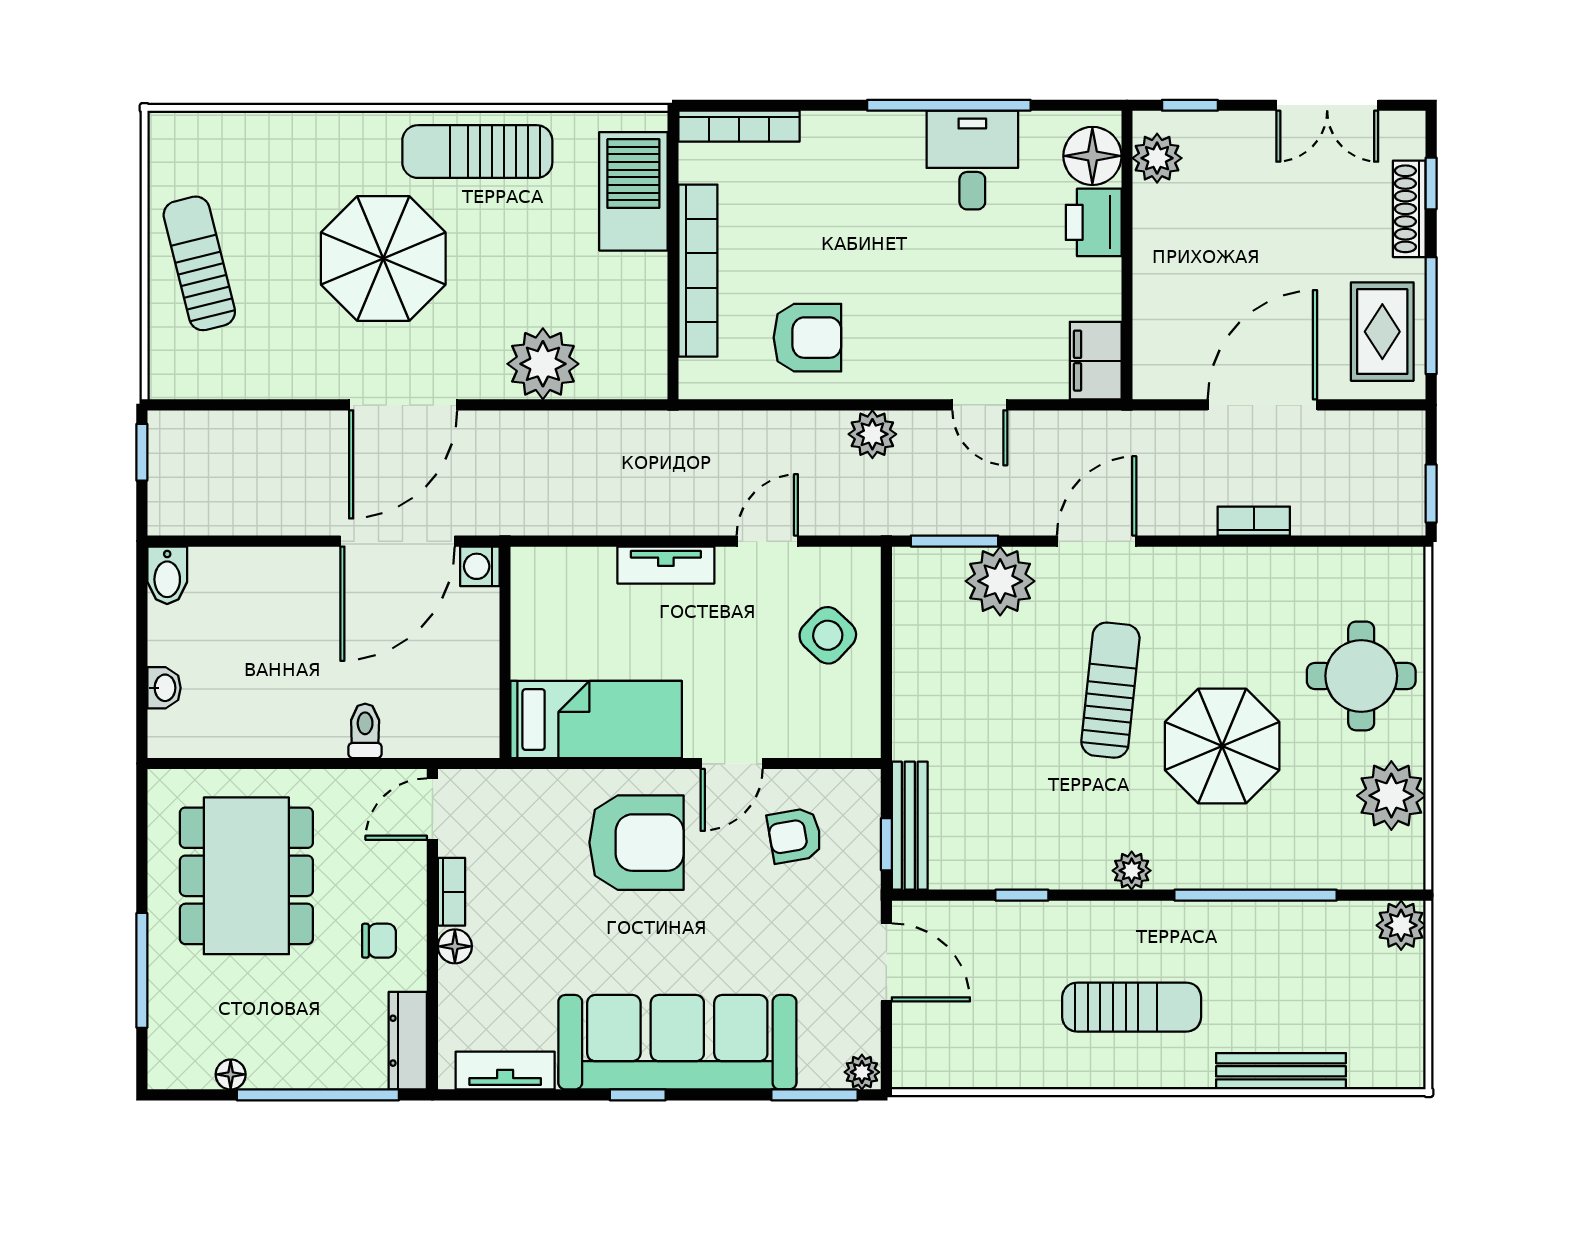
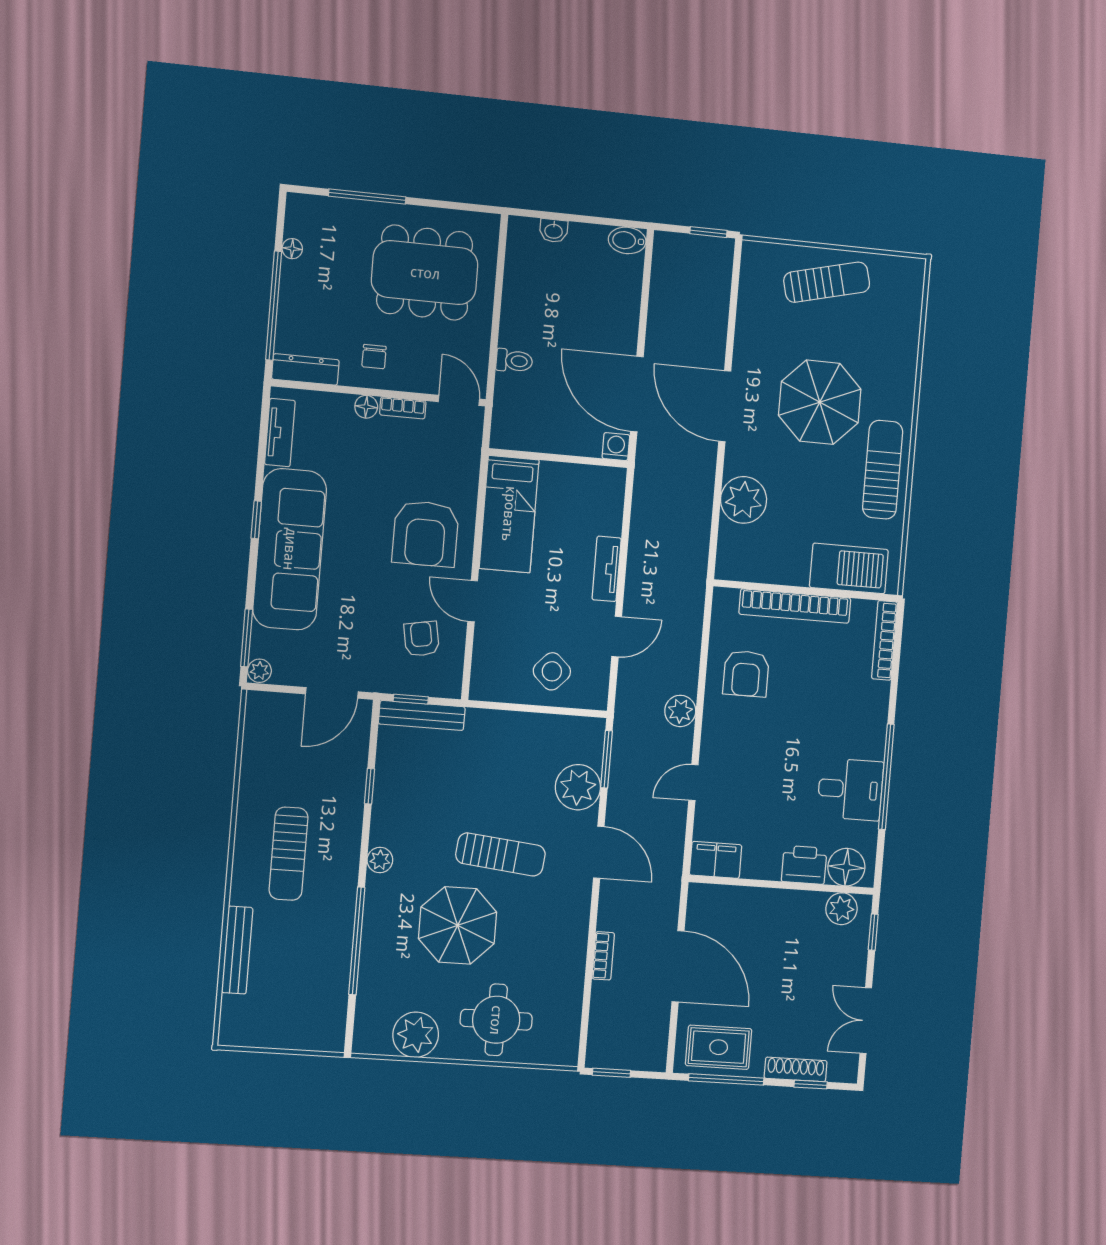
door: (767, 541) -> (617, 637), hinge flipped
plant: (1401, 925) -> (329, 1036), removed

